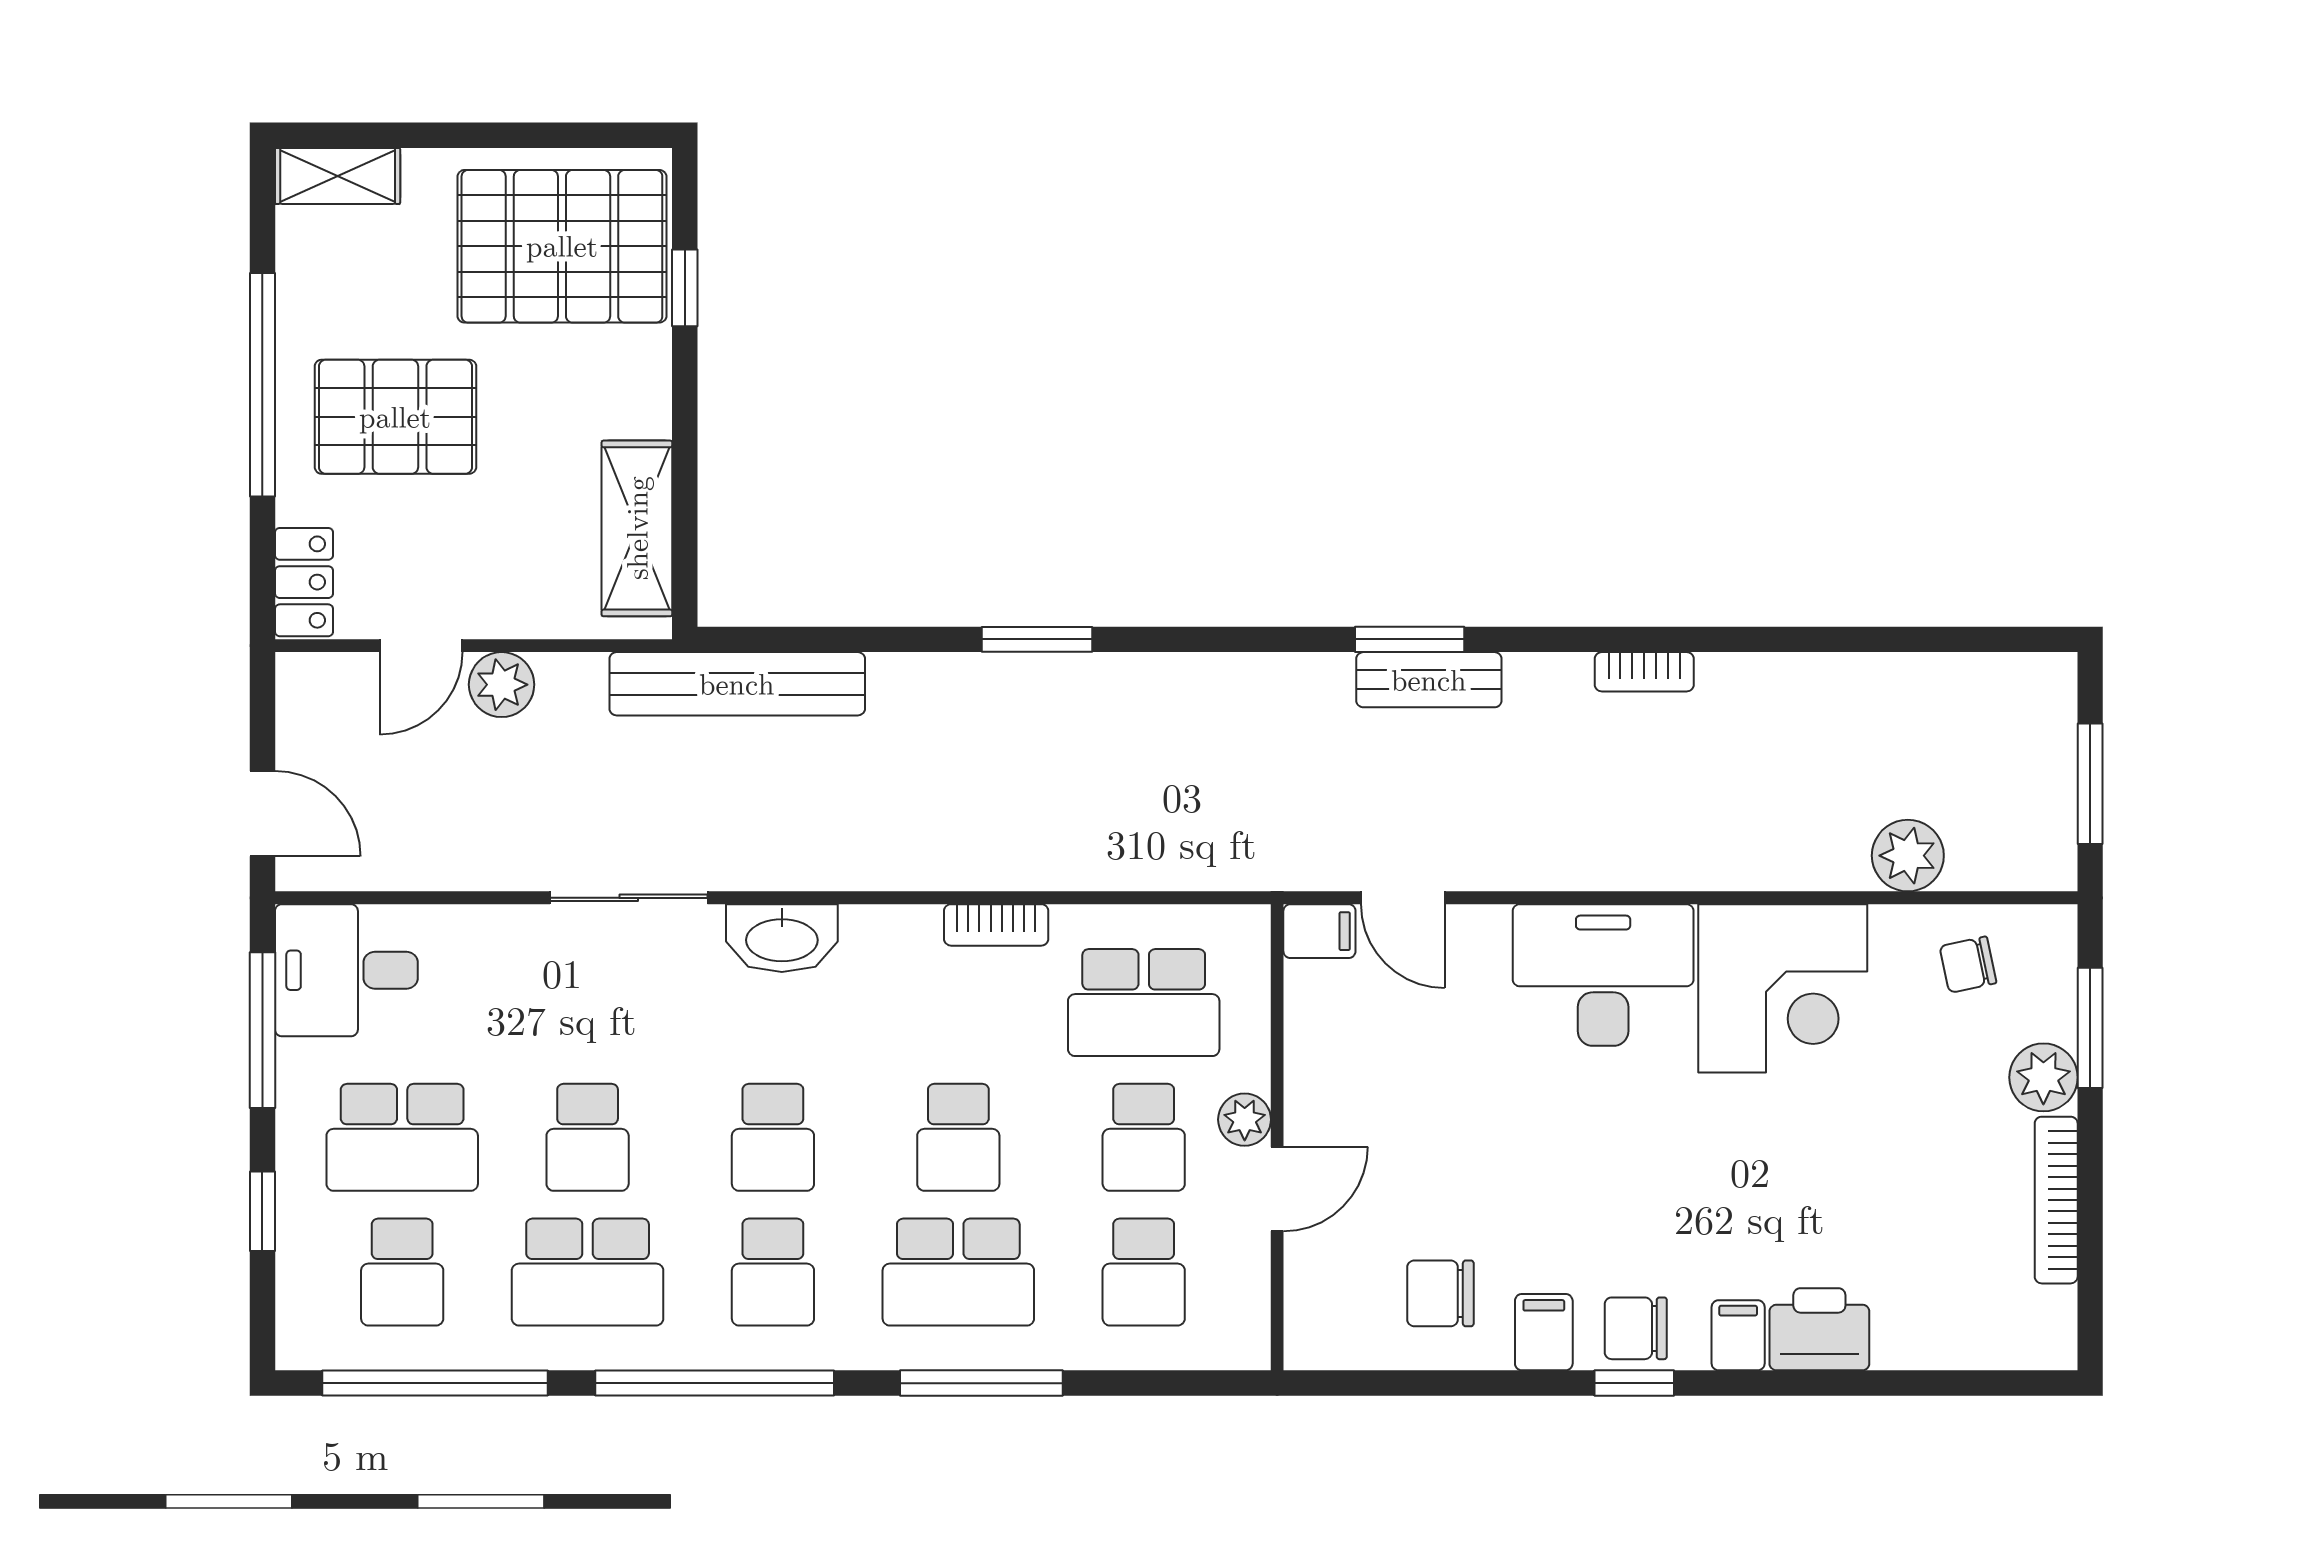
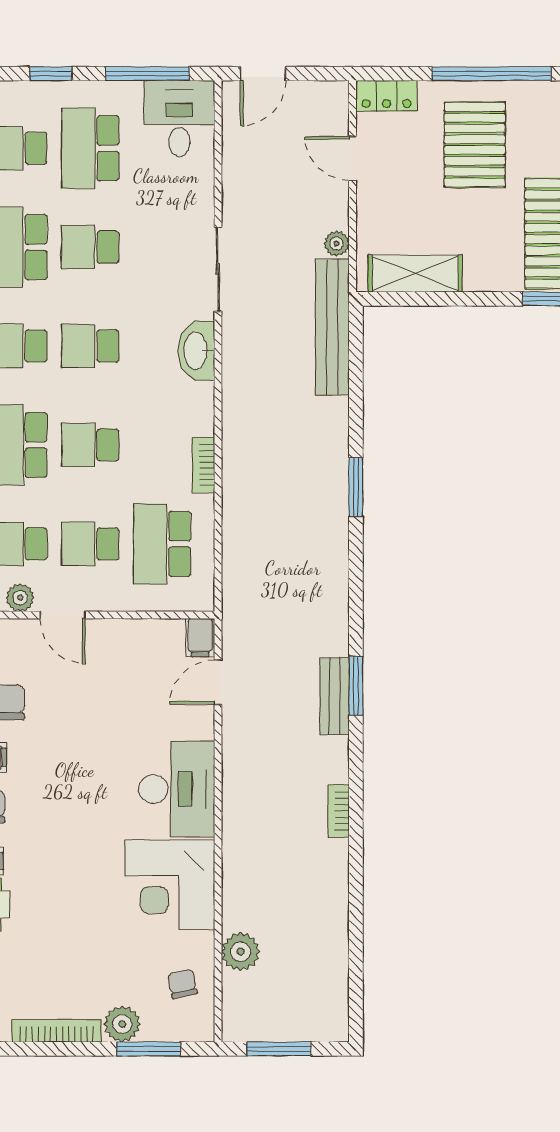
plant: (502, 685) -> (337, 244), moved, width x0.73, depth x0.73
plant: (1245, 1120) -> (20, 598), moved

